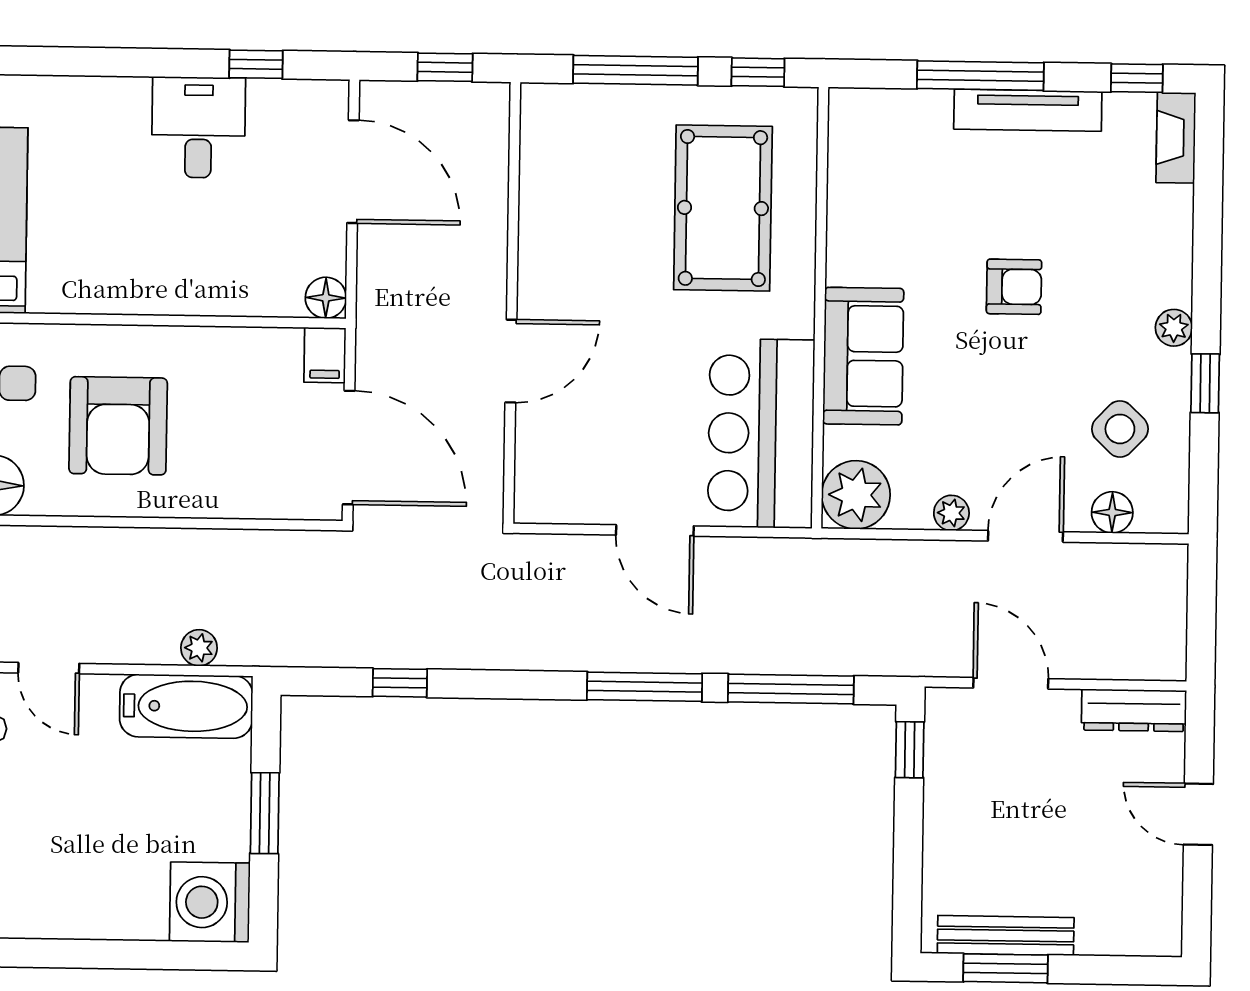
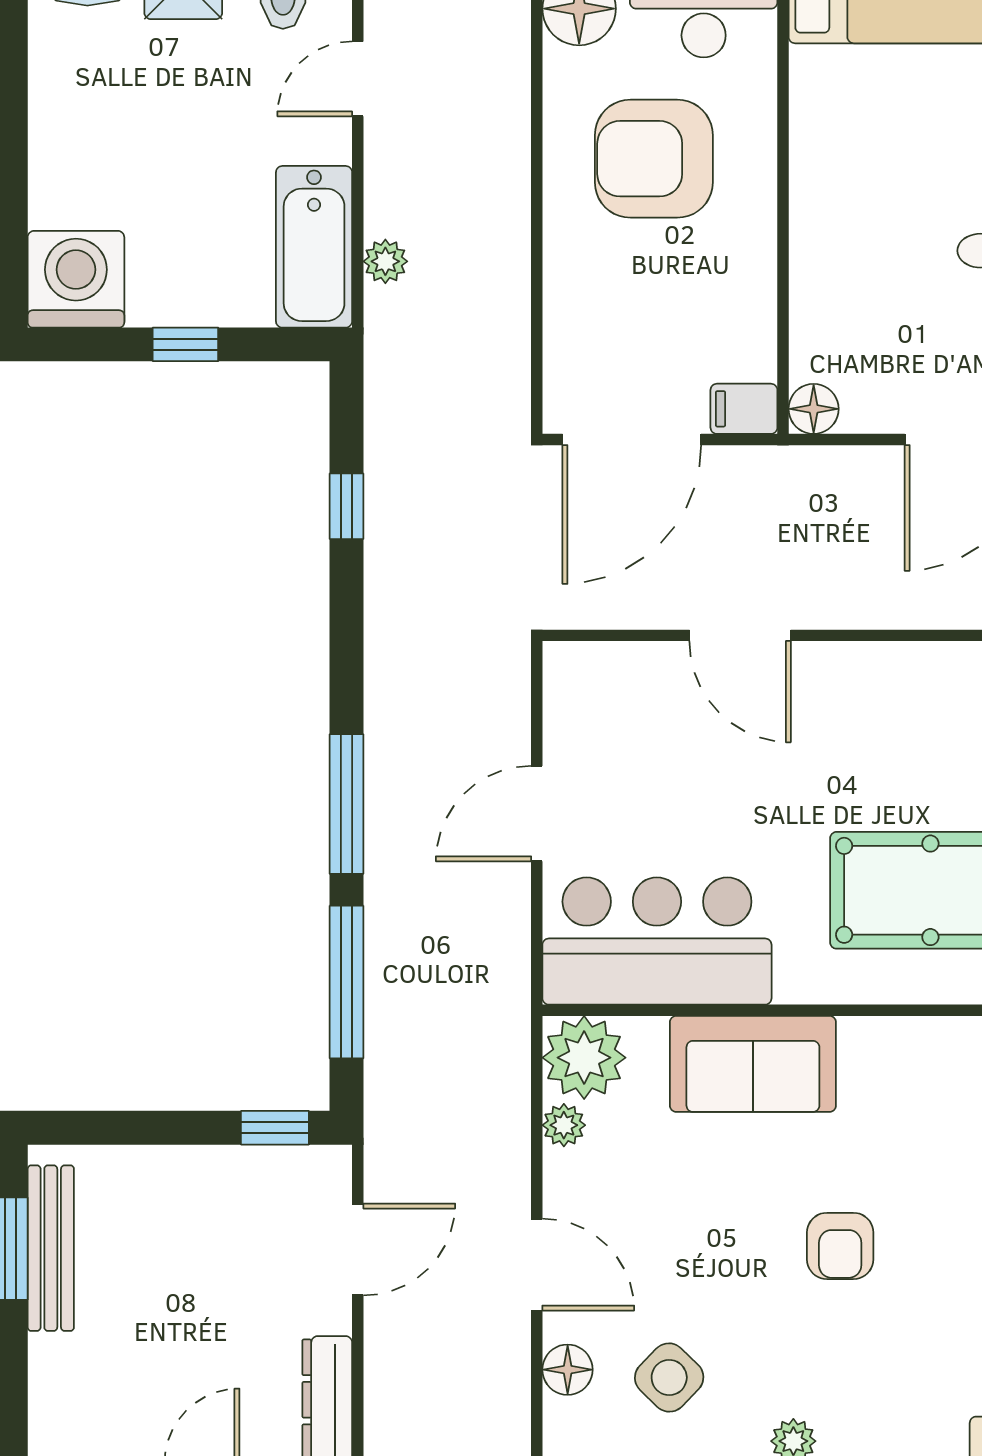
plant: (951, 513) -> (564, 1125), moved
window: (265, 813) -> (185, 344), width x0.67

